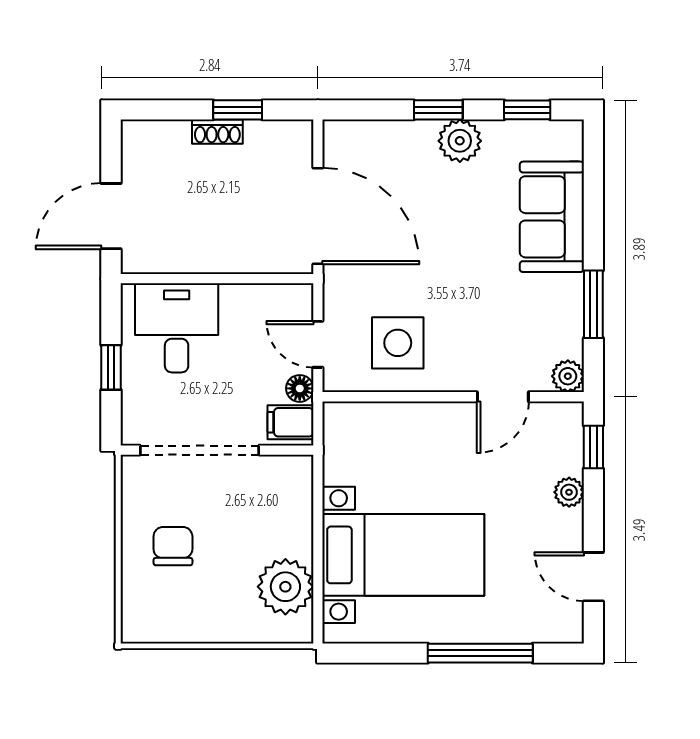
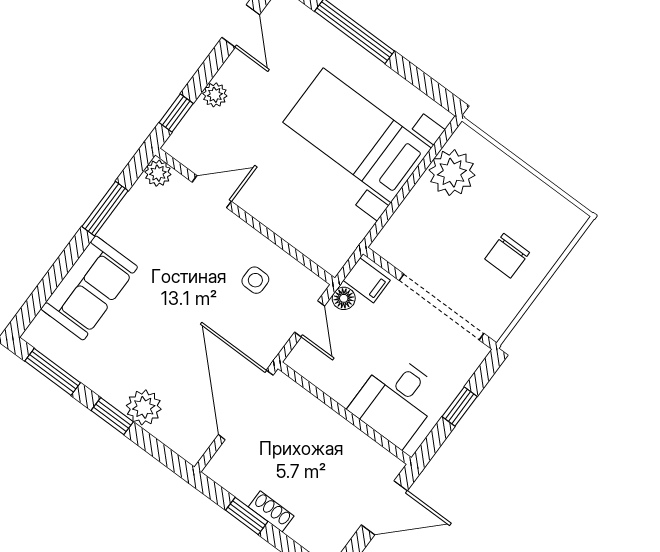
window: (527, 110) -> (53, 372), width x1.50
plant: (460, 141) -> (144, 407), moved
side table: (398, 343) -> (255, 280), width x0.54, depth x0.54

